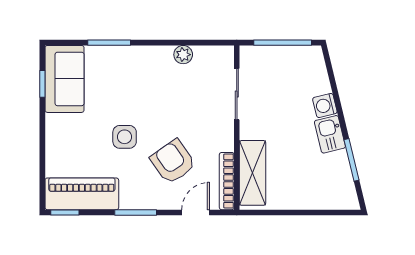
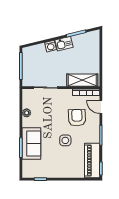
sofa: (65, 79) -> (31, 143), moved, turned 90
armchair: (173, 162) -> (77, 118), turned 123

